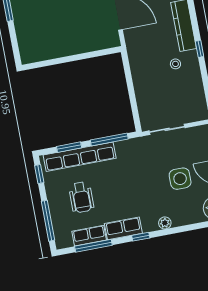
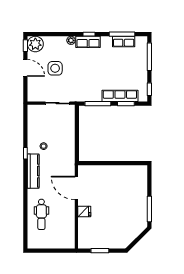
row of seats: (80, 157) -> (120, 96), width x0.73
wheelchair: (81, 197) -> (124, 68), removed
row of seats: (123, 228) -> (88, 42), moved

